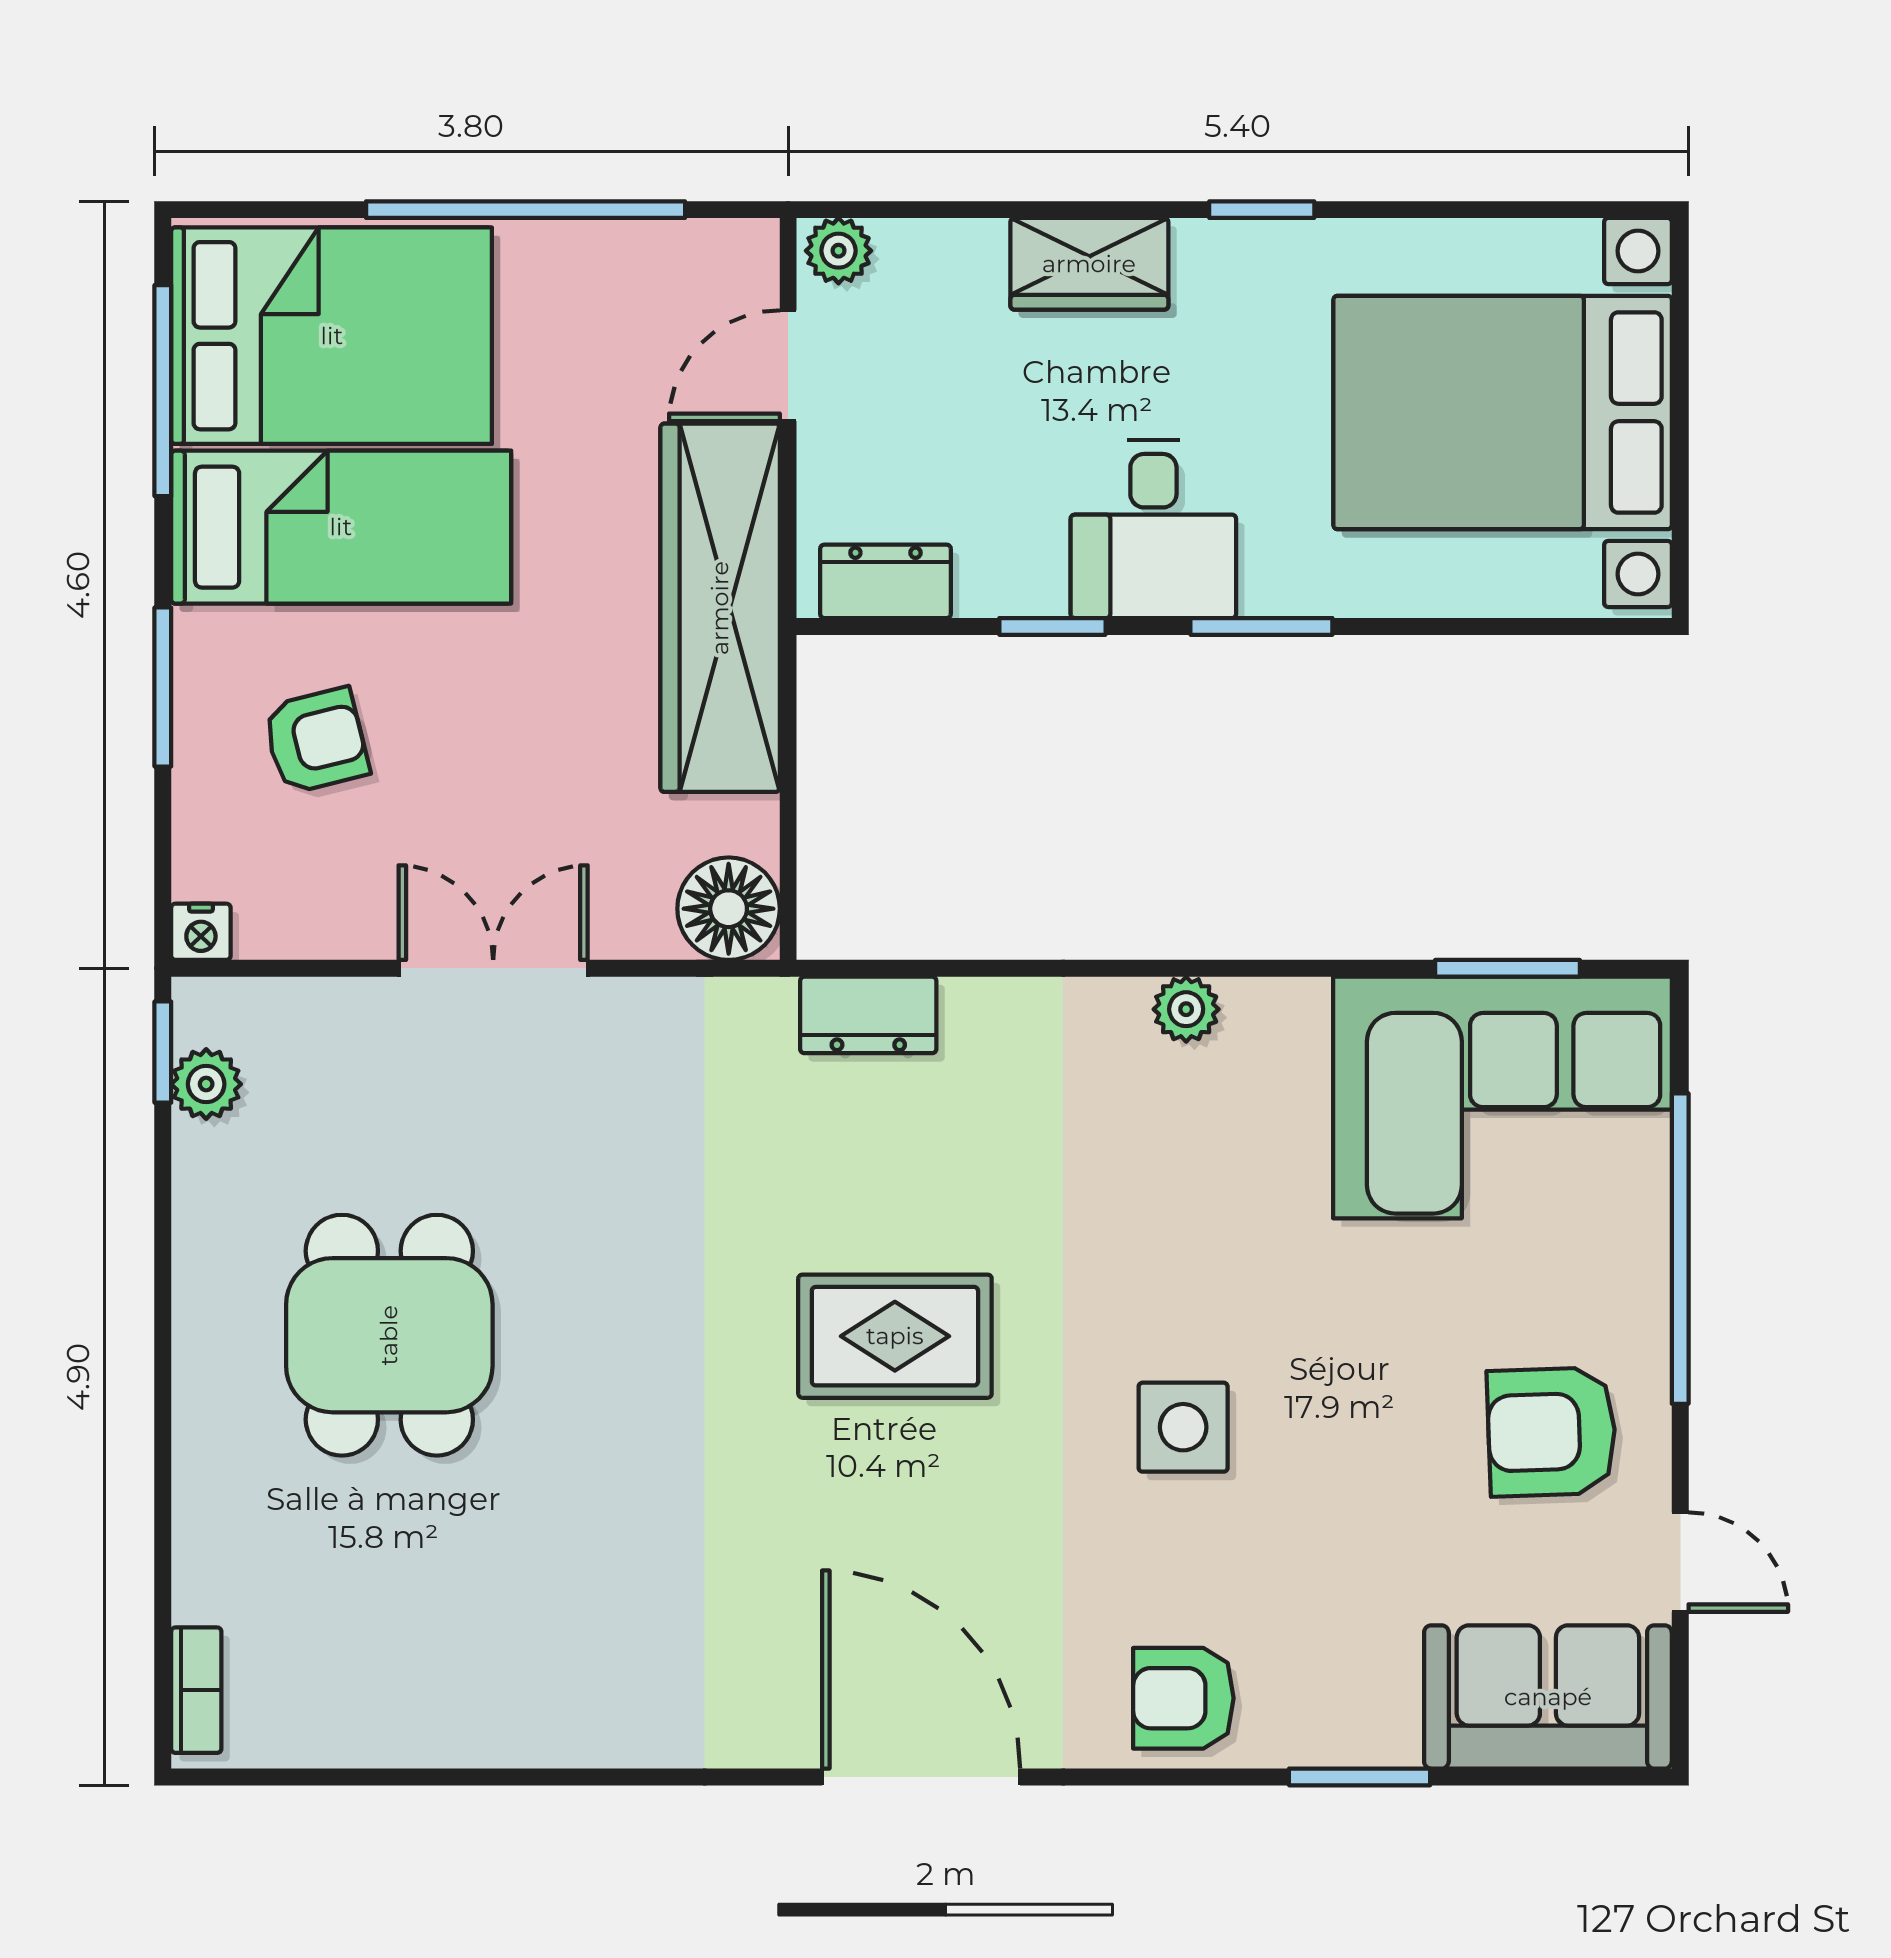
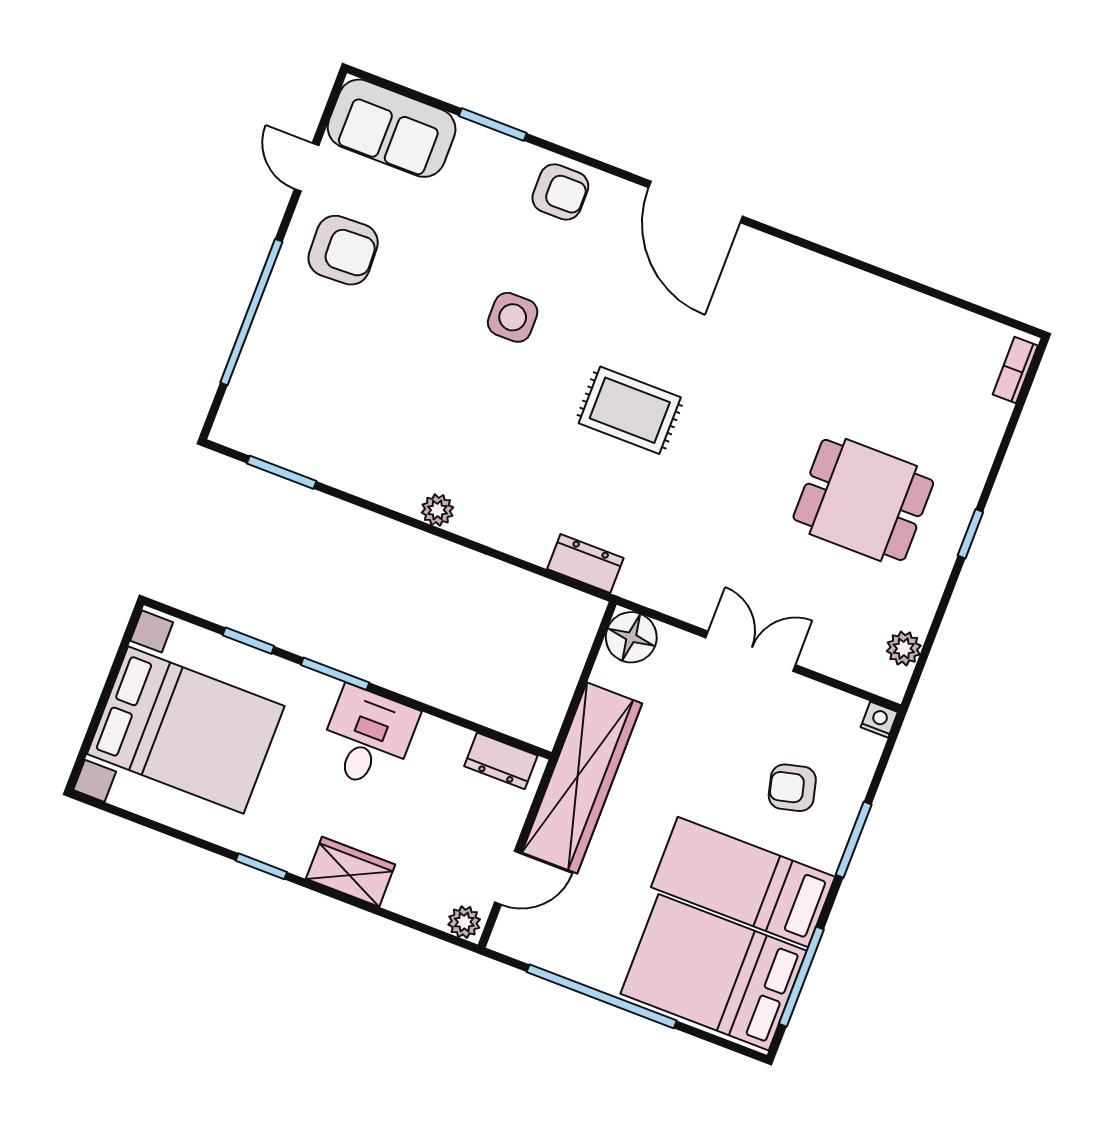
window: (1052, 626) -> (248, 641), moved
double door: (493, 968) -> (751, 651), swing flipped
window: (163, 1052) -> (970, 534), moved
corner sofa: (1502, 1097) -> (307, 413), removed
dining table: (389, 1335) -> (863, 500), turned 90

